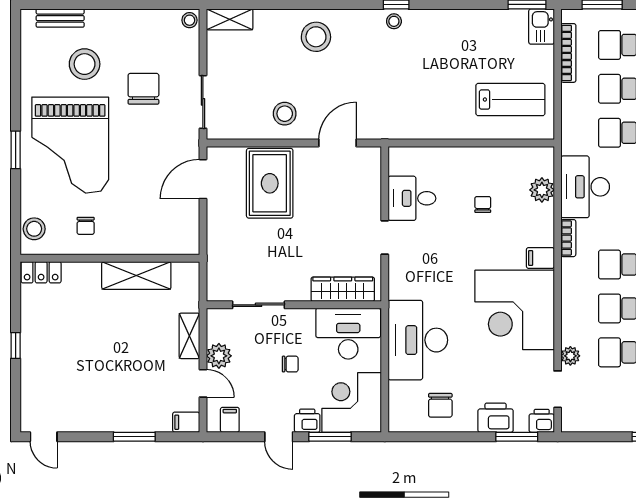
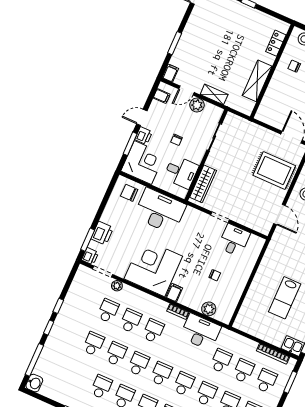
lab bench: (510, 100) -> (285, 298), moved
locker: (41, 272) -> (276, 43), moved
desk: (348, 334) -> (181, 172), width x0.73
chair: (440, 405) -> (129, 193), moved

